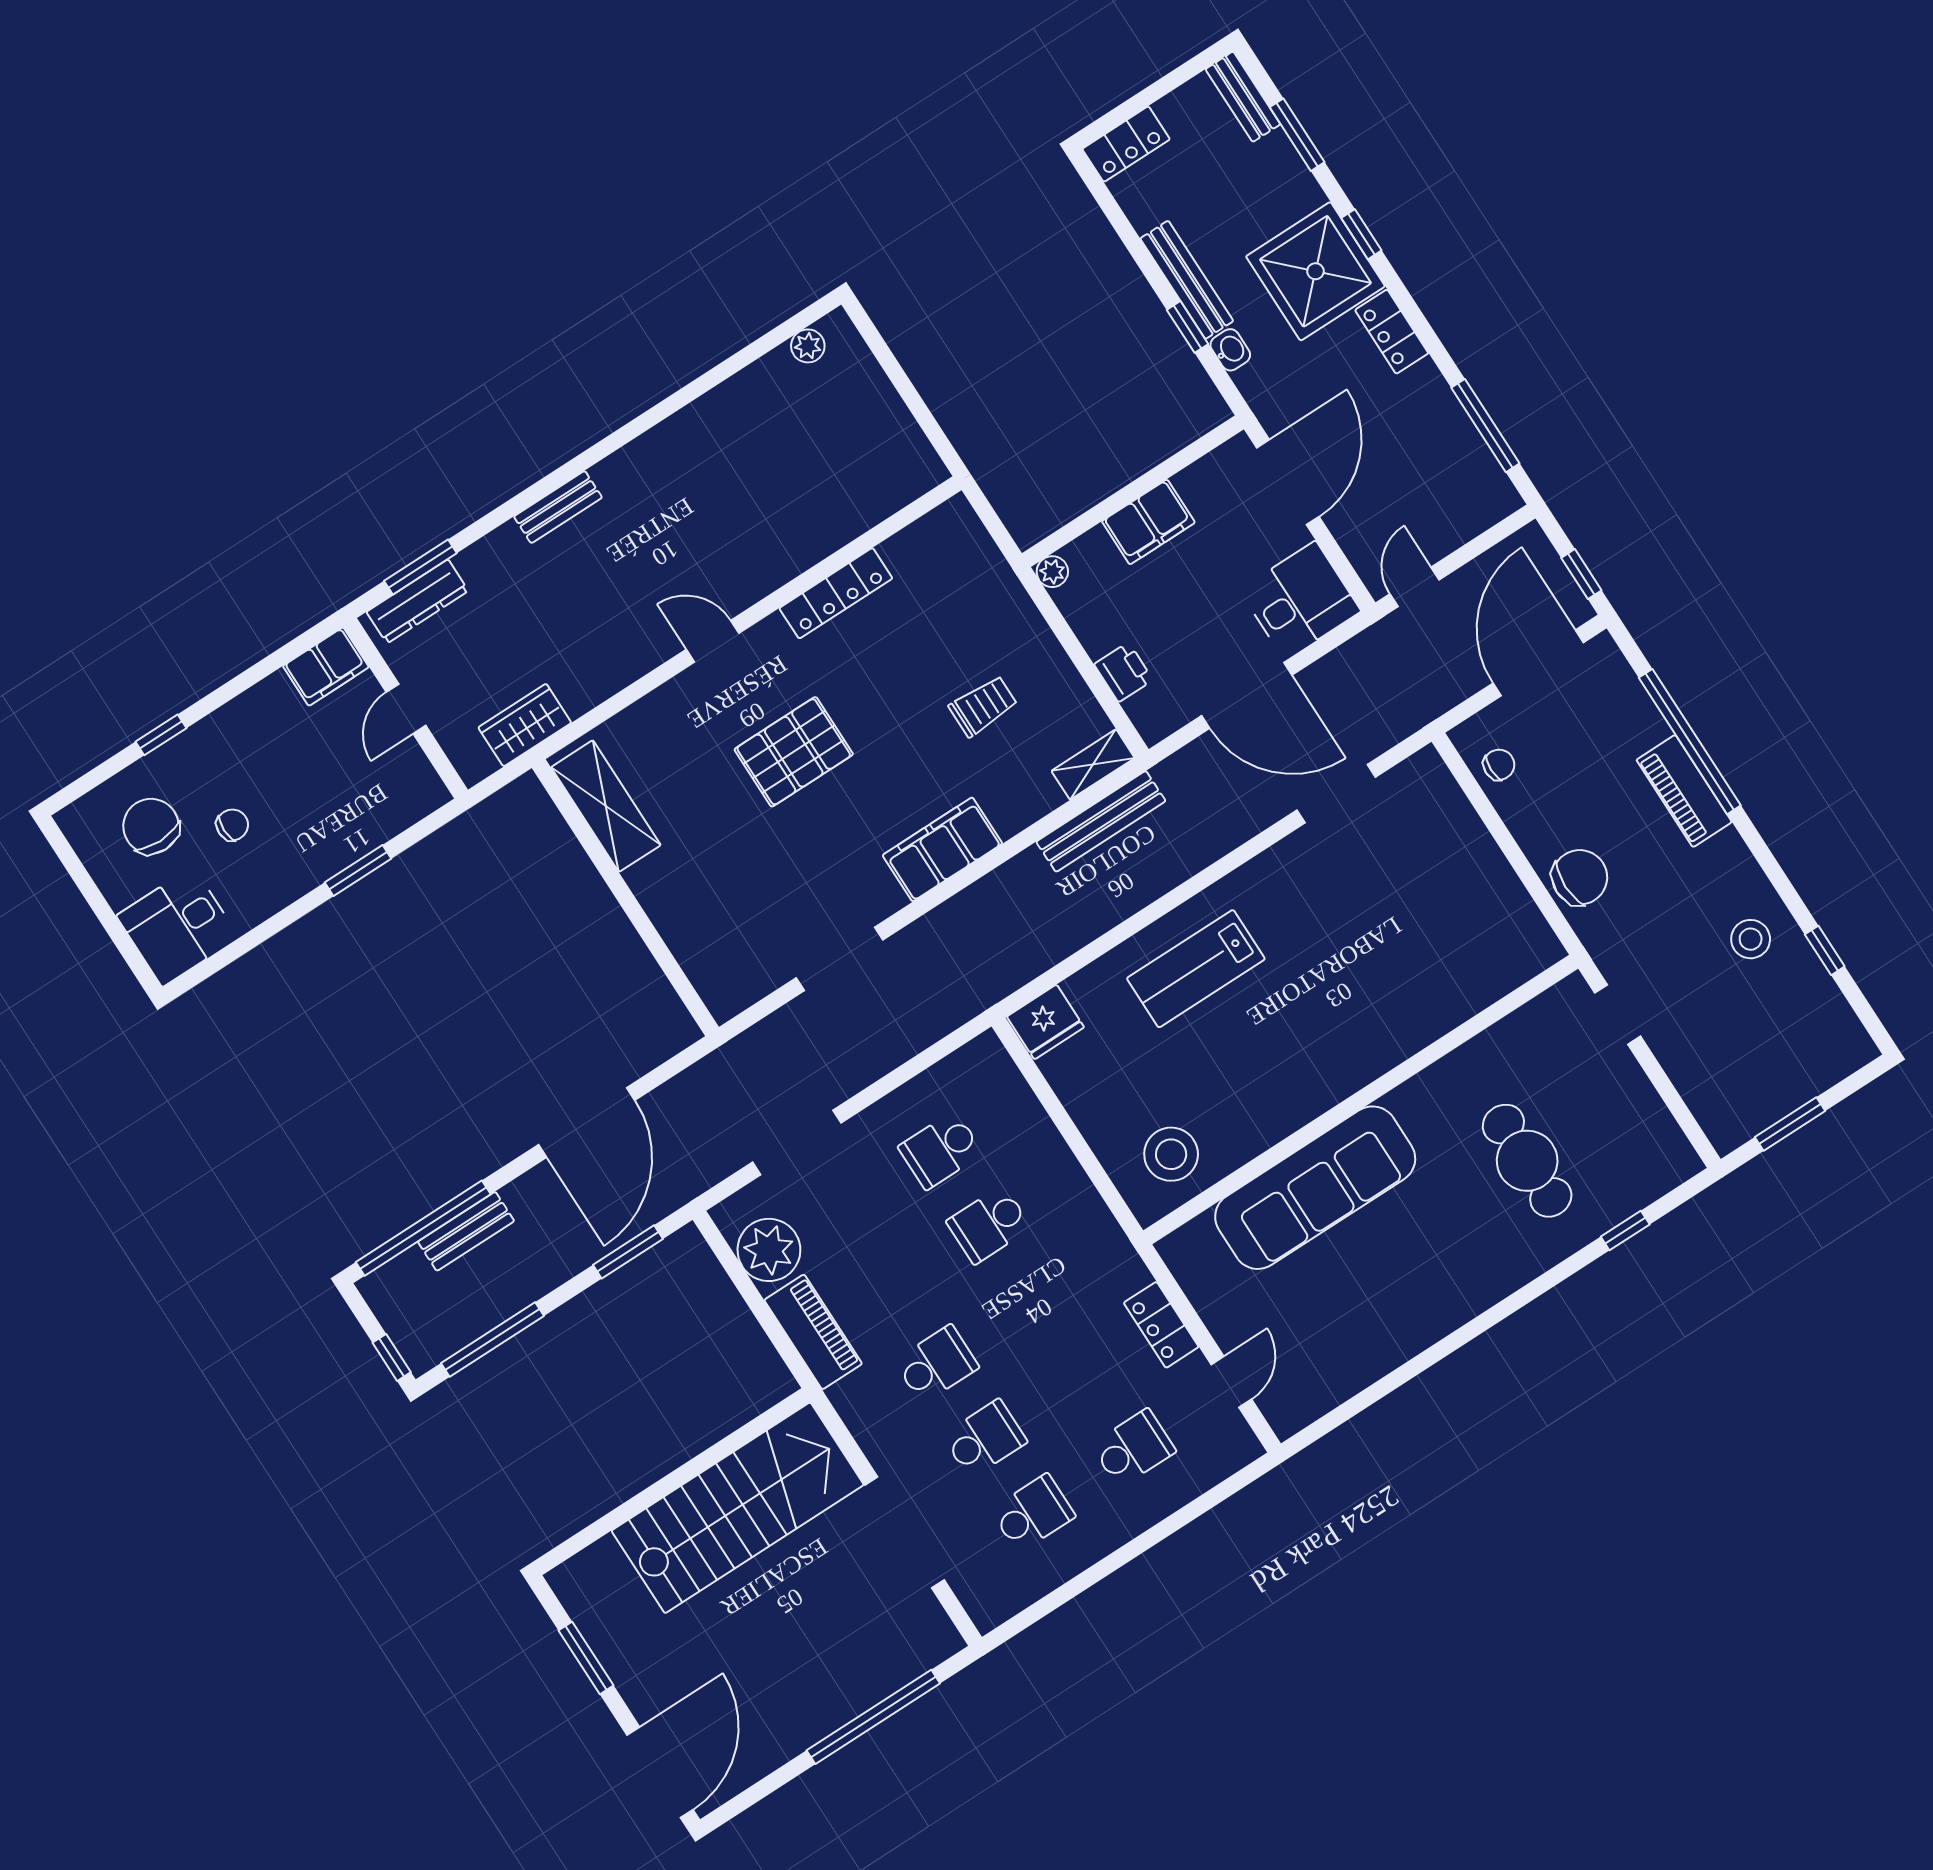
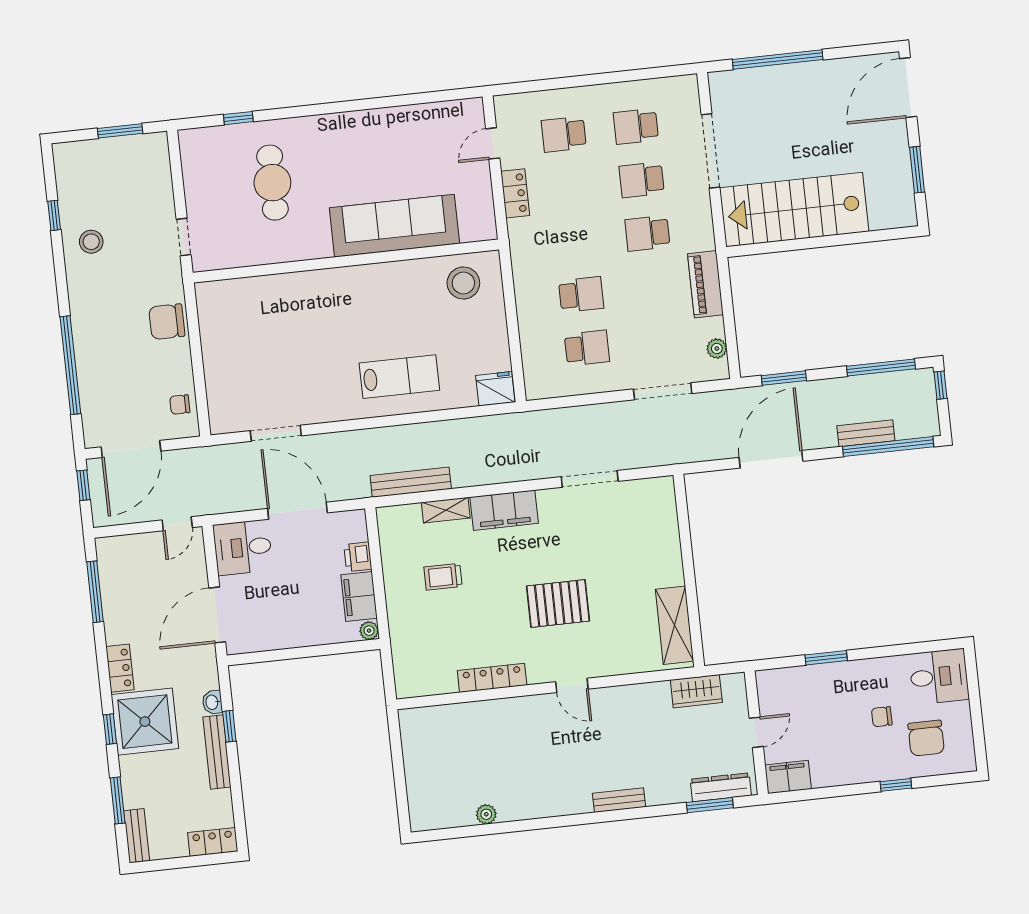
plant: (808, 346) -> (486, 814), moved
filing cabinet: (1148, 522) -> (359, 596), moved, turned -90
shelving: (1093, 764) -> (446, 510), moved
piano: (1684, 791) -> (87, 340), removed
plant: (769, 1250) -> (717, 348), width x0.53, depth x0.53

